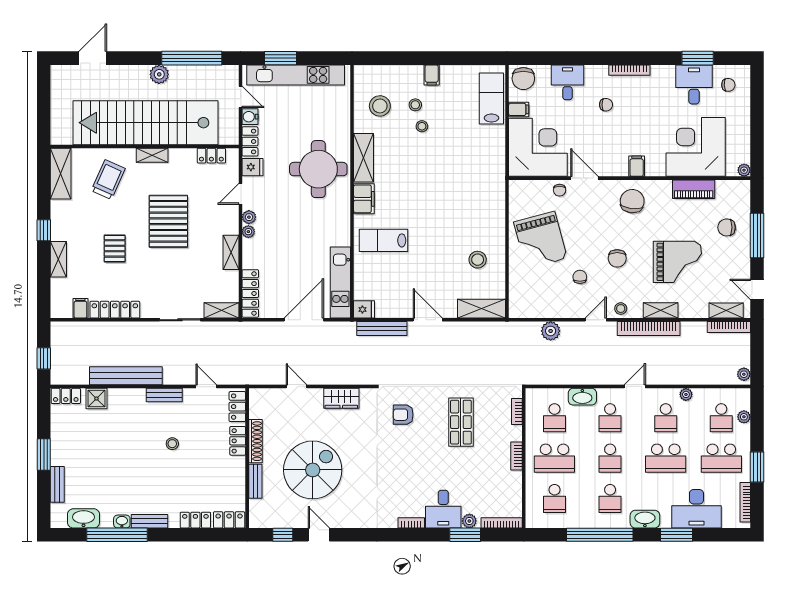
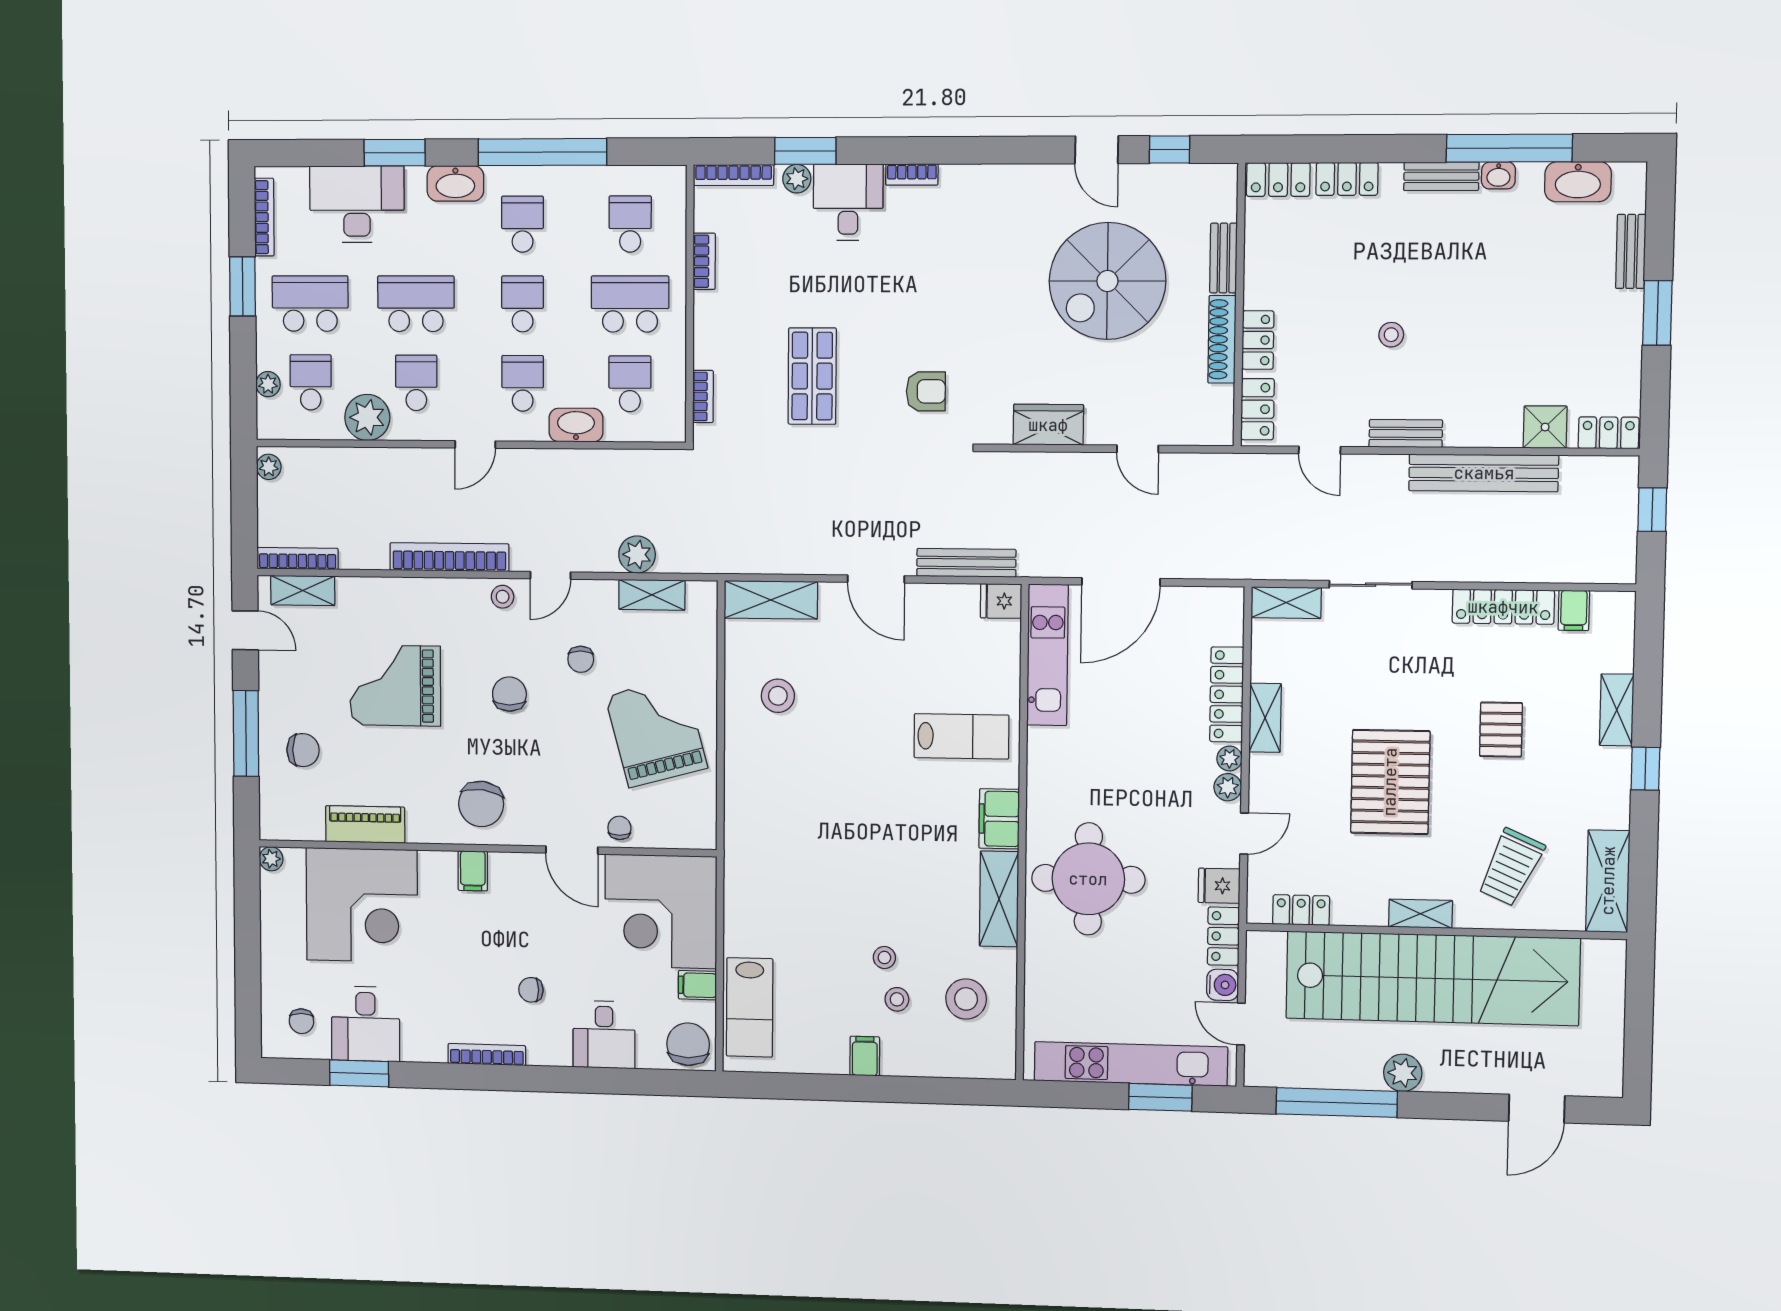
chair: (728, 85) -> (301, 1021), turned -88
locker: (250, 293) -> (1227, 694), moved
shelving: (661, 310) -> (652, 595), moved
plant: (686, 394) -> (367, 417), width x1.87, depth x1.87
bookcase: (516, 456) -> (704, 261), moved

